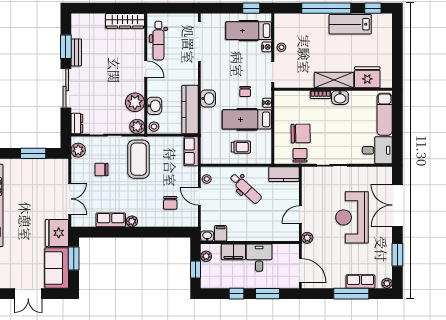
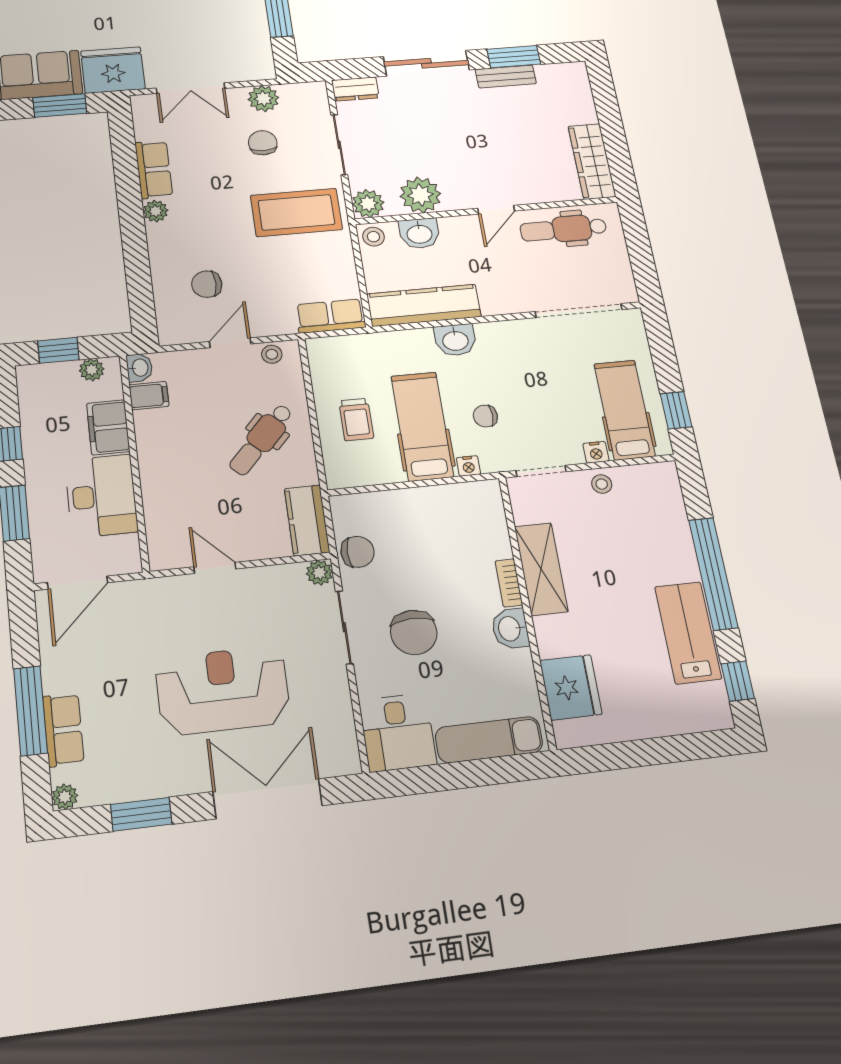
shelving: (334, 80) -> (541, 569), moved
chair: (301, 133) -> (414, 632), moved
plant: (78, 150) -> (263, 99), moved
plant: (307, 238) -> (319, 573), moved
desk: (259, 258) -> (101, 496), width x1.37

